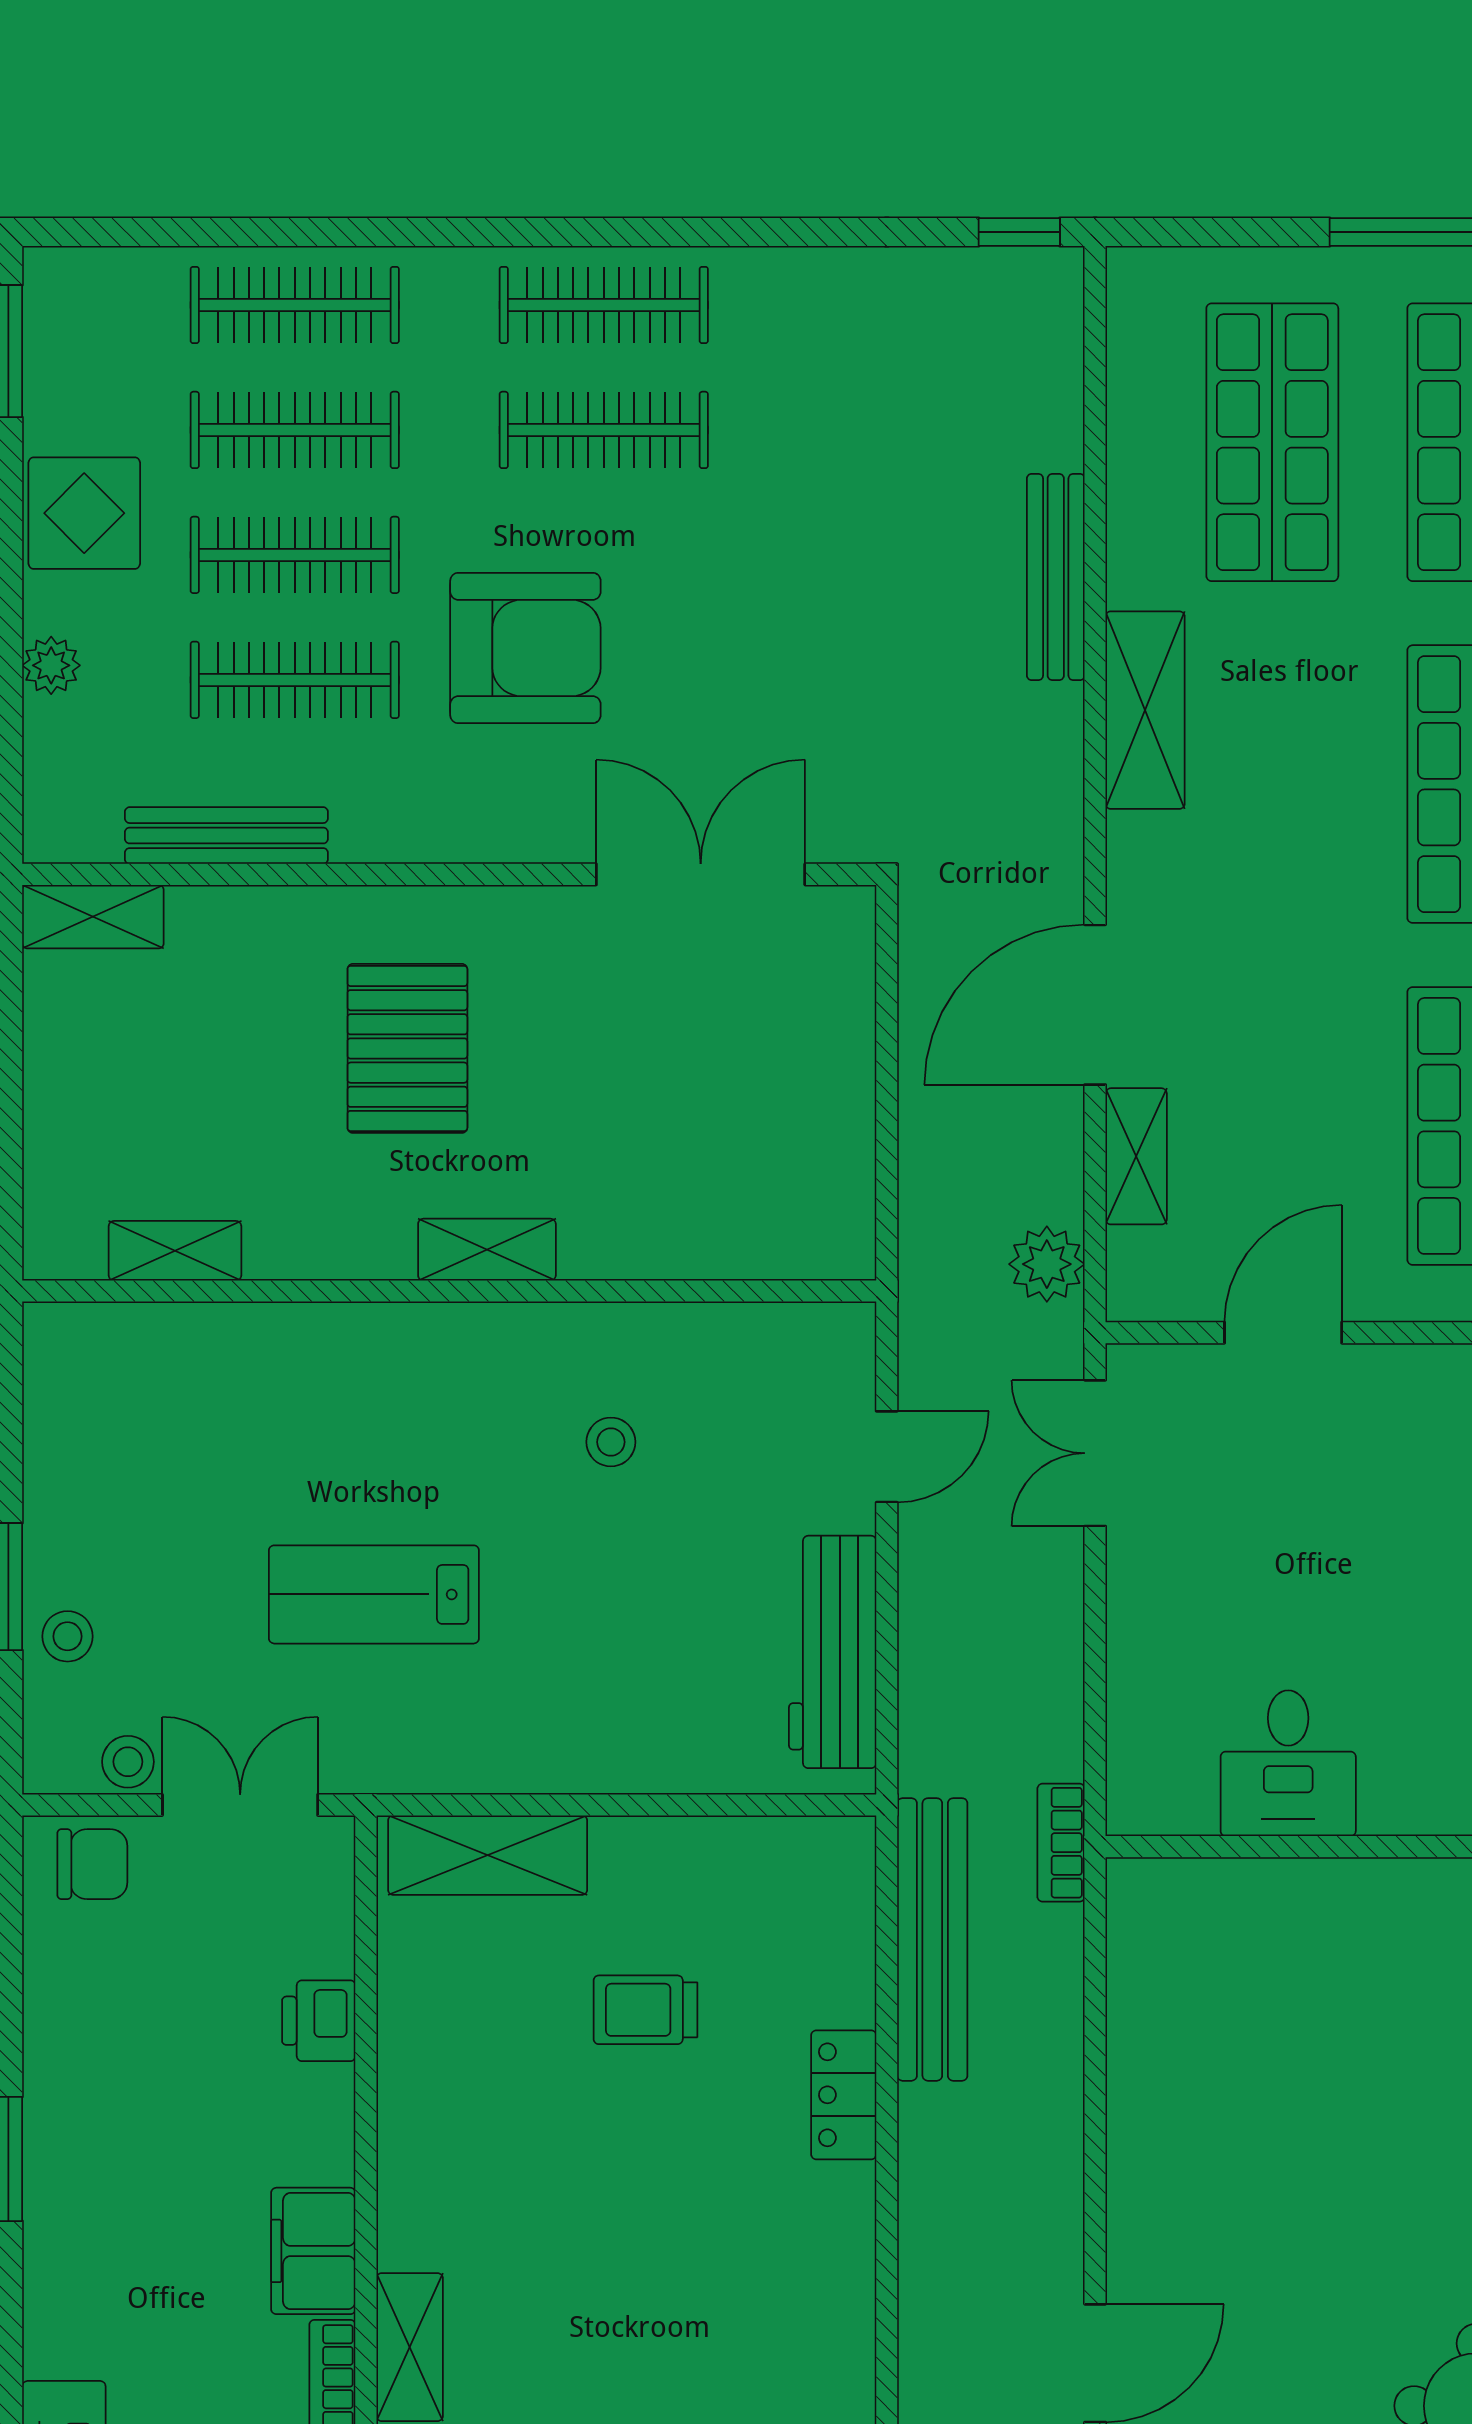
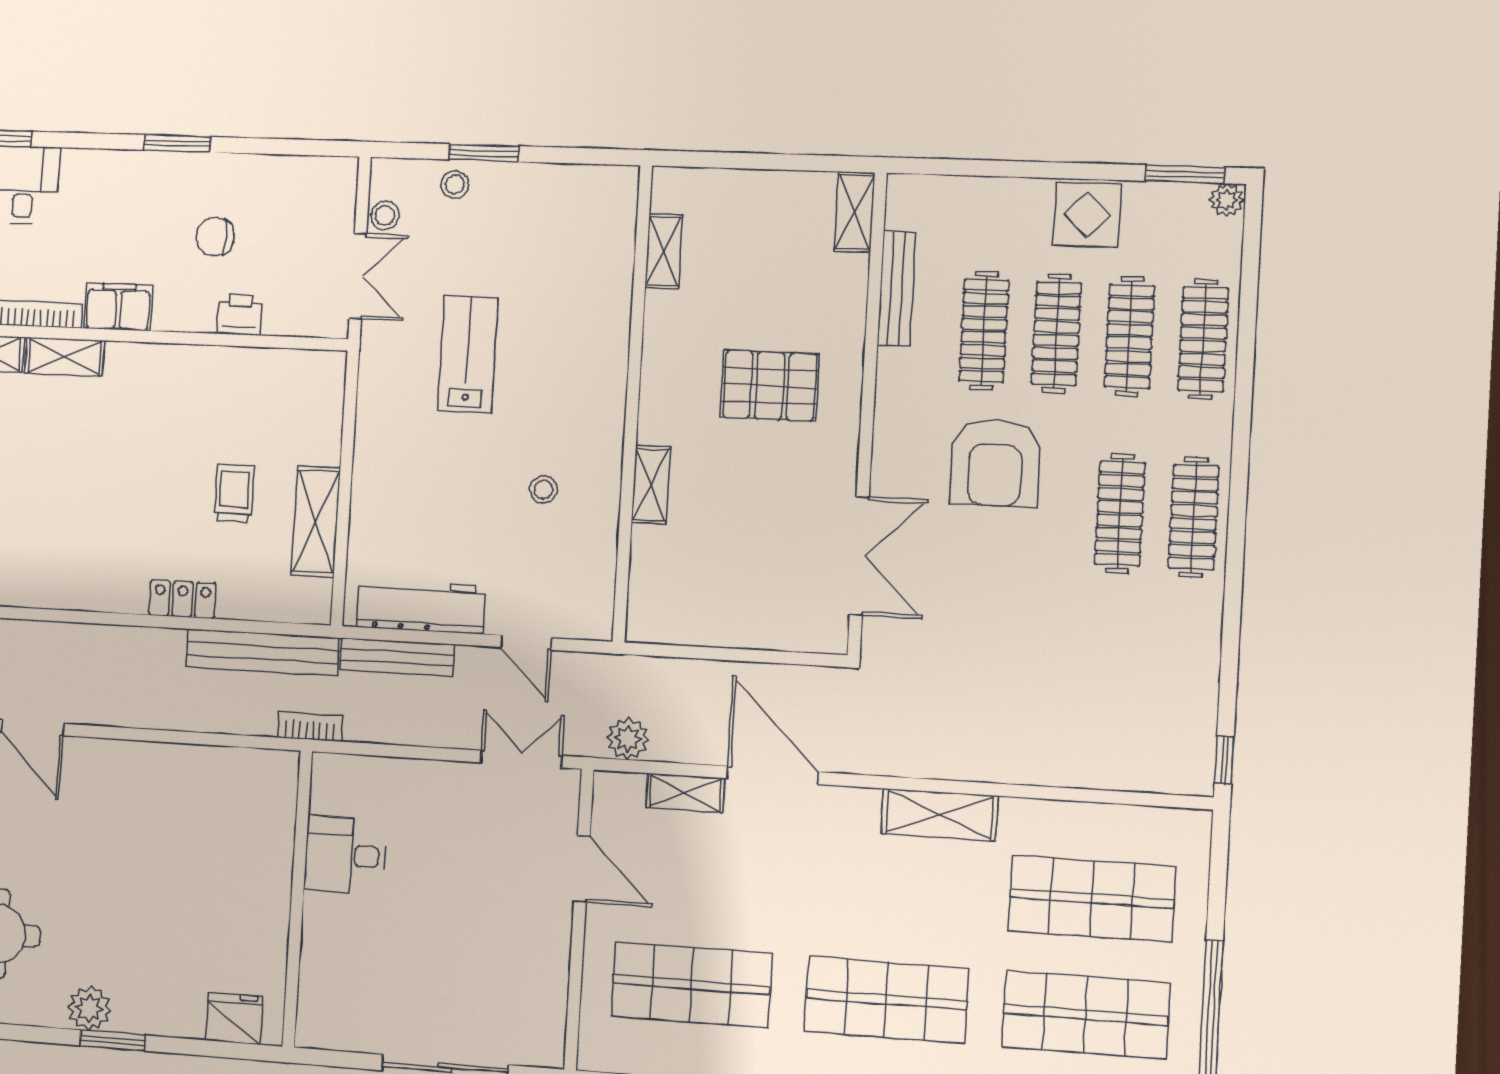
bench: (1056, 577) -> (397, 657), moved
plant: (51, 665) -> (1226, 200), moved
shelving: (487, 1250) -> (651, 485), moved
shelving: (488, 1855) -> (316, 522), moved
chair: (92, 1864) -> (215, 237), moved, turned 90

